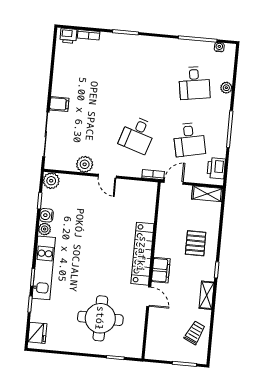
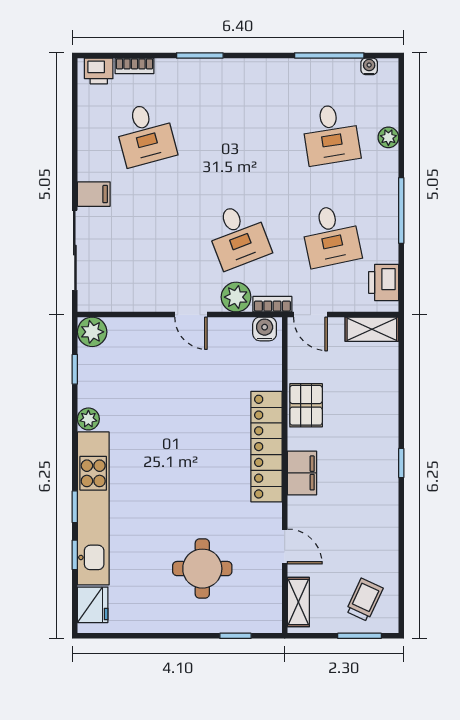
desk: (91, 73) -> (145, 134), added
desk: (137, 135) -> (238, 236), turned -39
plant: (85, 164) -> (236, 297), moved
door: (174, 182) -> (310, 315), swing flipped
water cooler: (46, 215) -> (265, 329), moved, turned 90
pallet: (196, 243) -> (306, 405), moved
kitchen unit: (44, 268) -> (93, 508), width x1.36
shelving: (207, 295) -> (298, 602), moved
door: (149, 297) -> (285, 546), moved
round table: (100, 318) -> (202, 569), width x0.73, depth x0.73
trolley: (195, 333) -> (364, 600), moved

